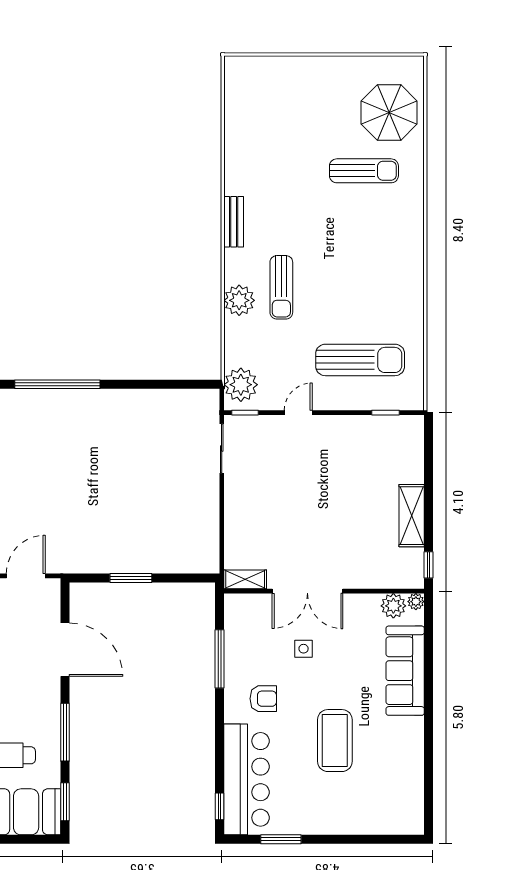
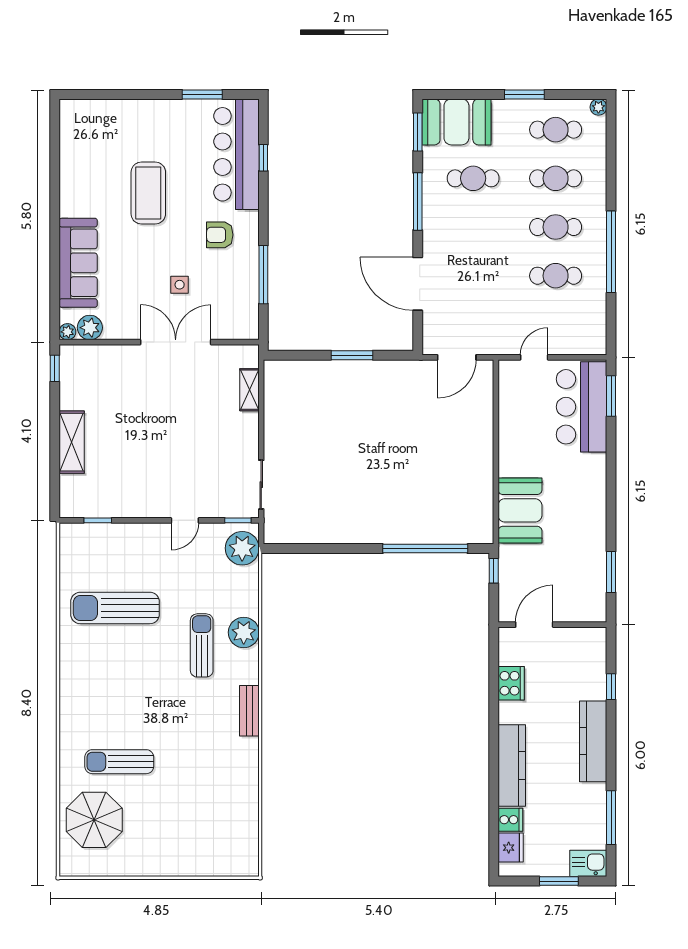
sun lounger: (360, 360) -> (115, 608), moved
shelving: (412, 516) -> (72, 442), moved
shelving: (245, 579) -> (250, 390), moved, turned 90
window: (220, 806) -> (263, 158), moved

